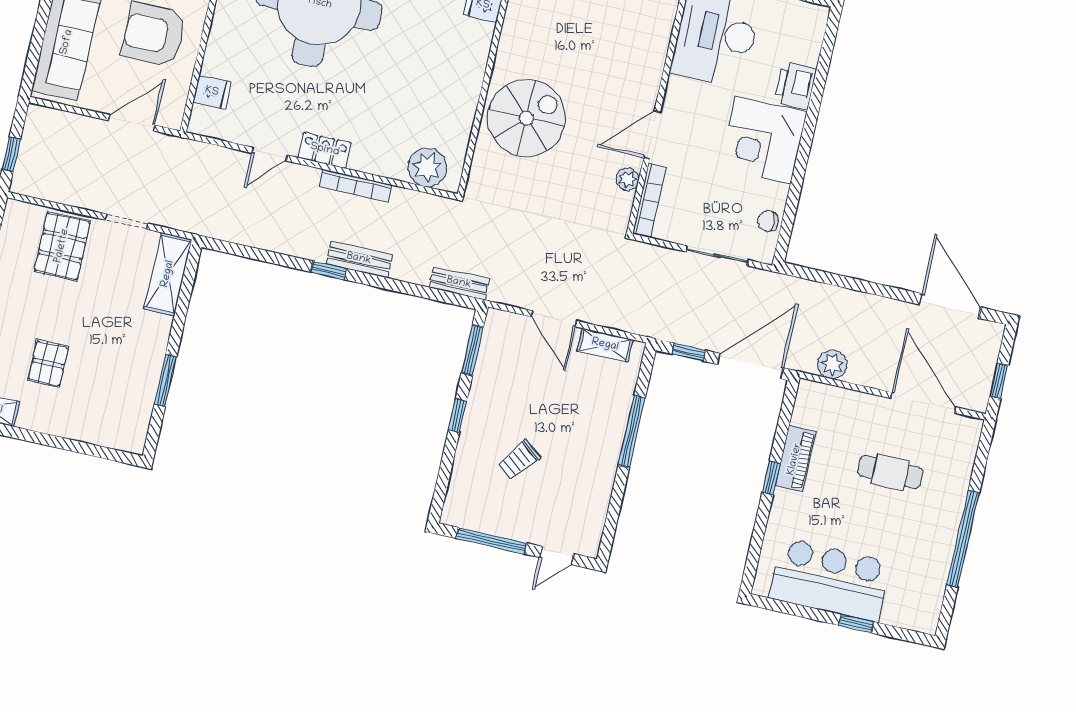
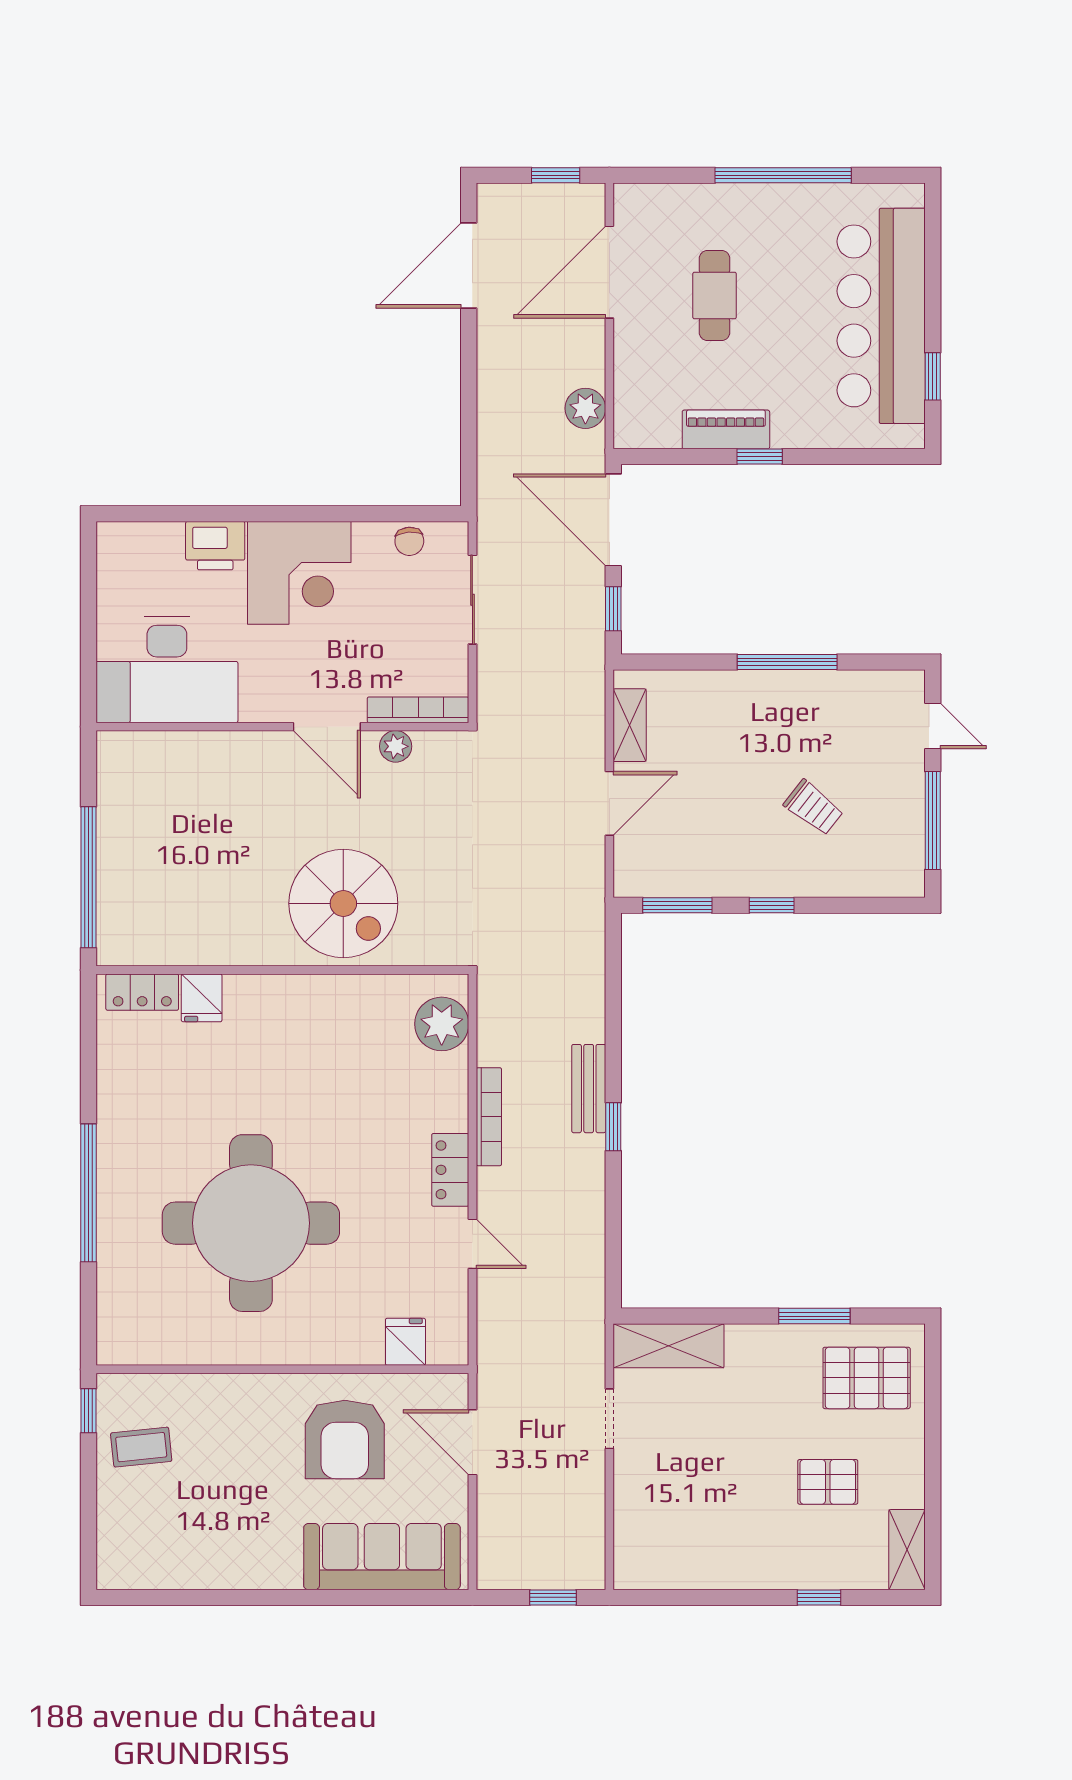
spiral stairs: (526, 118) -> (343, 903), turned 180
pallet: (62, 246) -> (867, 1378), moved
bench: (459, 283) -> (590, 944), removed
window: (632, 431) -> (787, 662), moved
bar counter: (830, 580) -> (881, 316), width x1.36
window: (856, 624) -> (933, 376), moved

